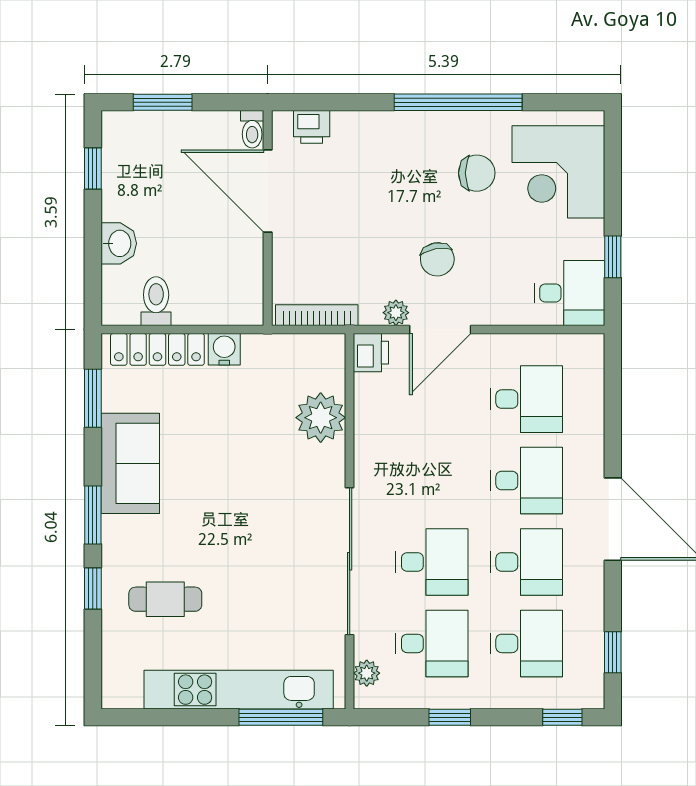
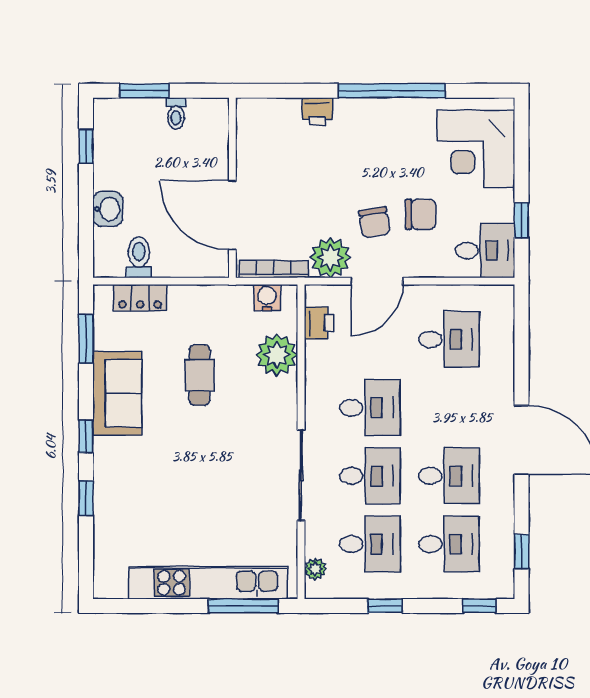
printer: (312, 127) -> (317, 111), moved
toilet: (252, 129) -> (176, 113), moved
chair: (477, 173) -> (421, 214), moved
door: (268, 191) -> (232, 215), moved
plant: (396, 313) -> (330, 258), width x1.87, depth x1.87
locker: (157, 349) -> (140, 298), width x0.66
water cooler: (224, 349) -> (267, 298), moved
printer: (371, 353) -> (319, 323), moved
desk: (526, 481) -> (370, 408), moved
window: (93, 515) -> (86, 437), width x0.67
sliding door: (350, 561) -> (301, 475), width x0.73
cafe table: (165, 599) -> (200, 375), moved, turned 90

